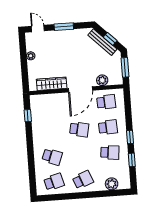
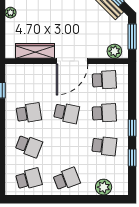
plant: (102, 80) -> (114, 51), moved
school desk: (50, 131) -> (29, 113), added

